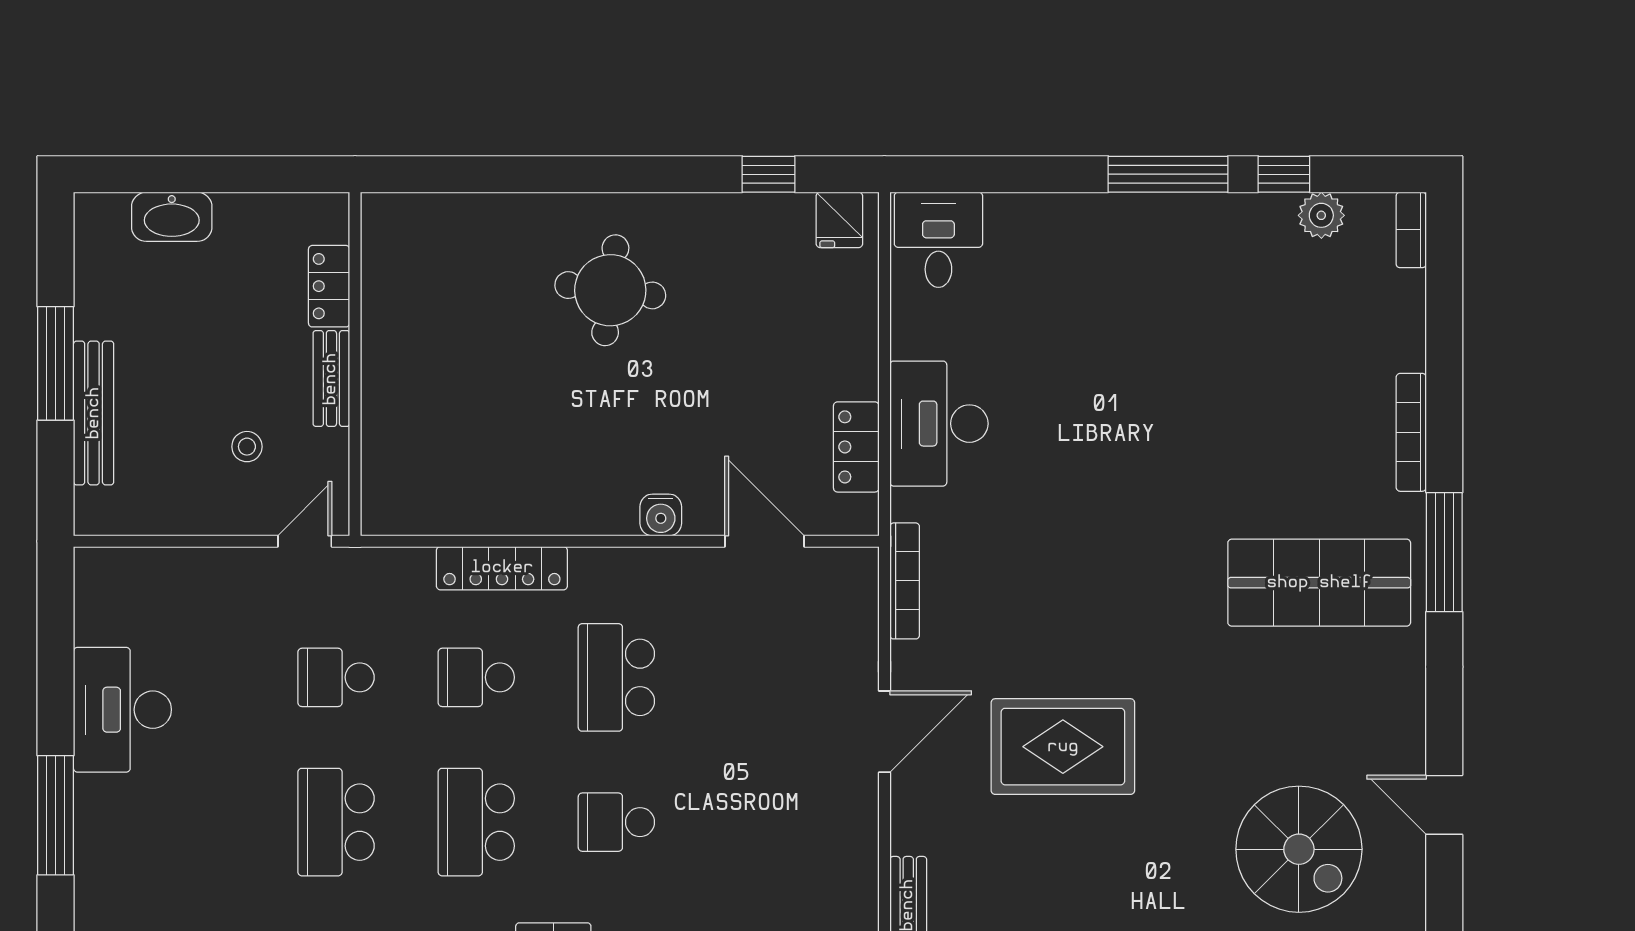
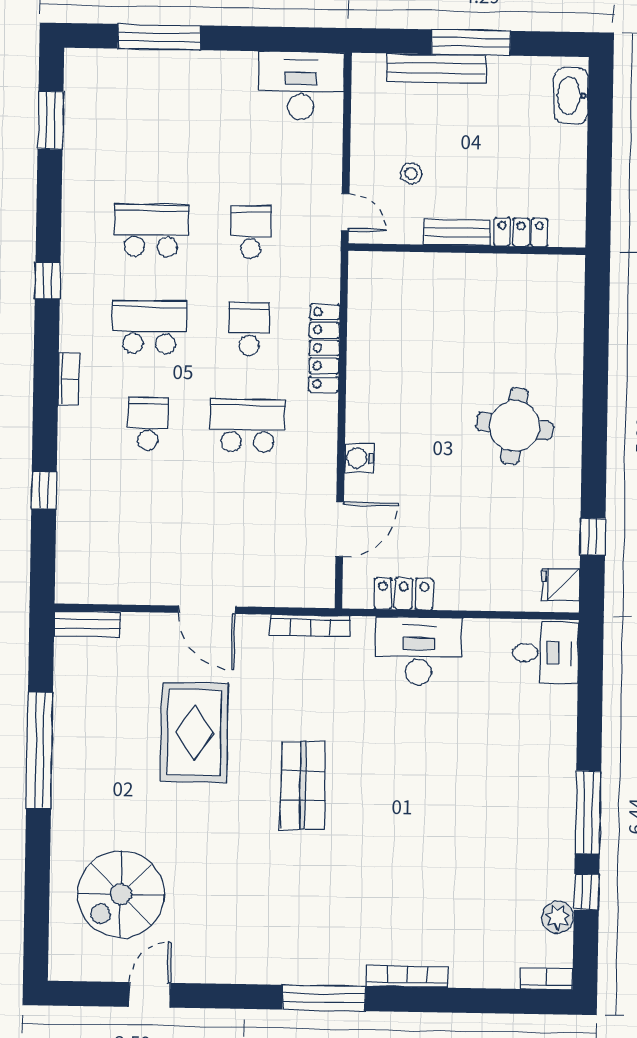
washbasin: (172, 217) -> (571, 95), moved
shop shelf: (1319, 583) -> (303, 786), moved, width x0.70, depth x0.74
desk: (122, 710) -> (301, 86), moved

